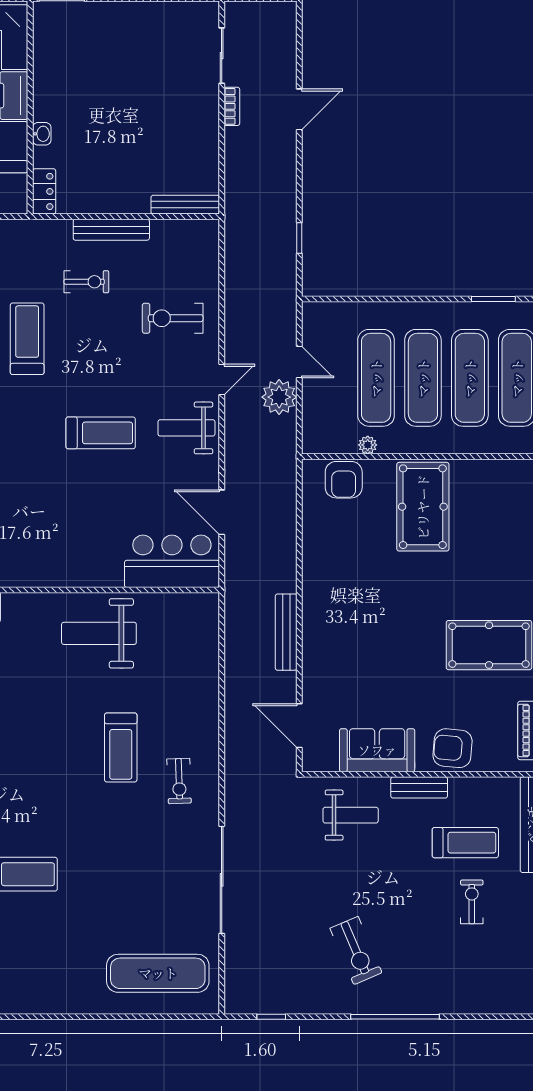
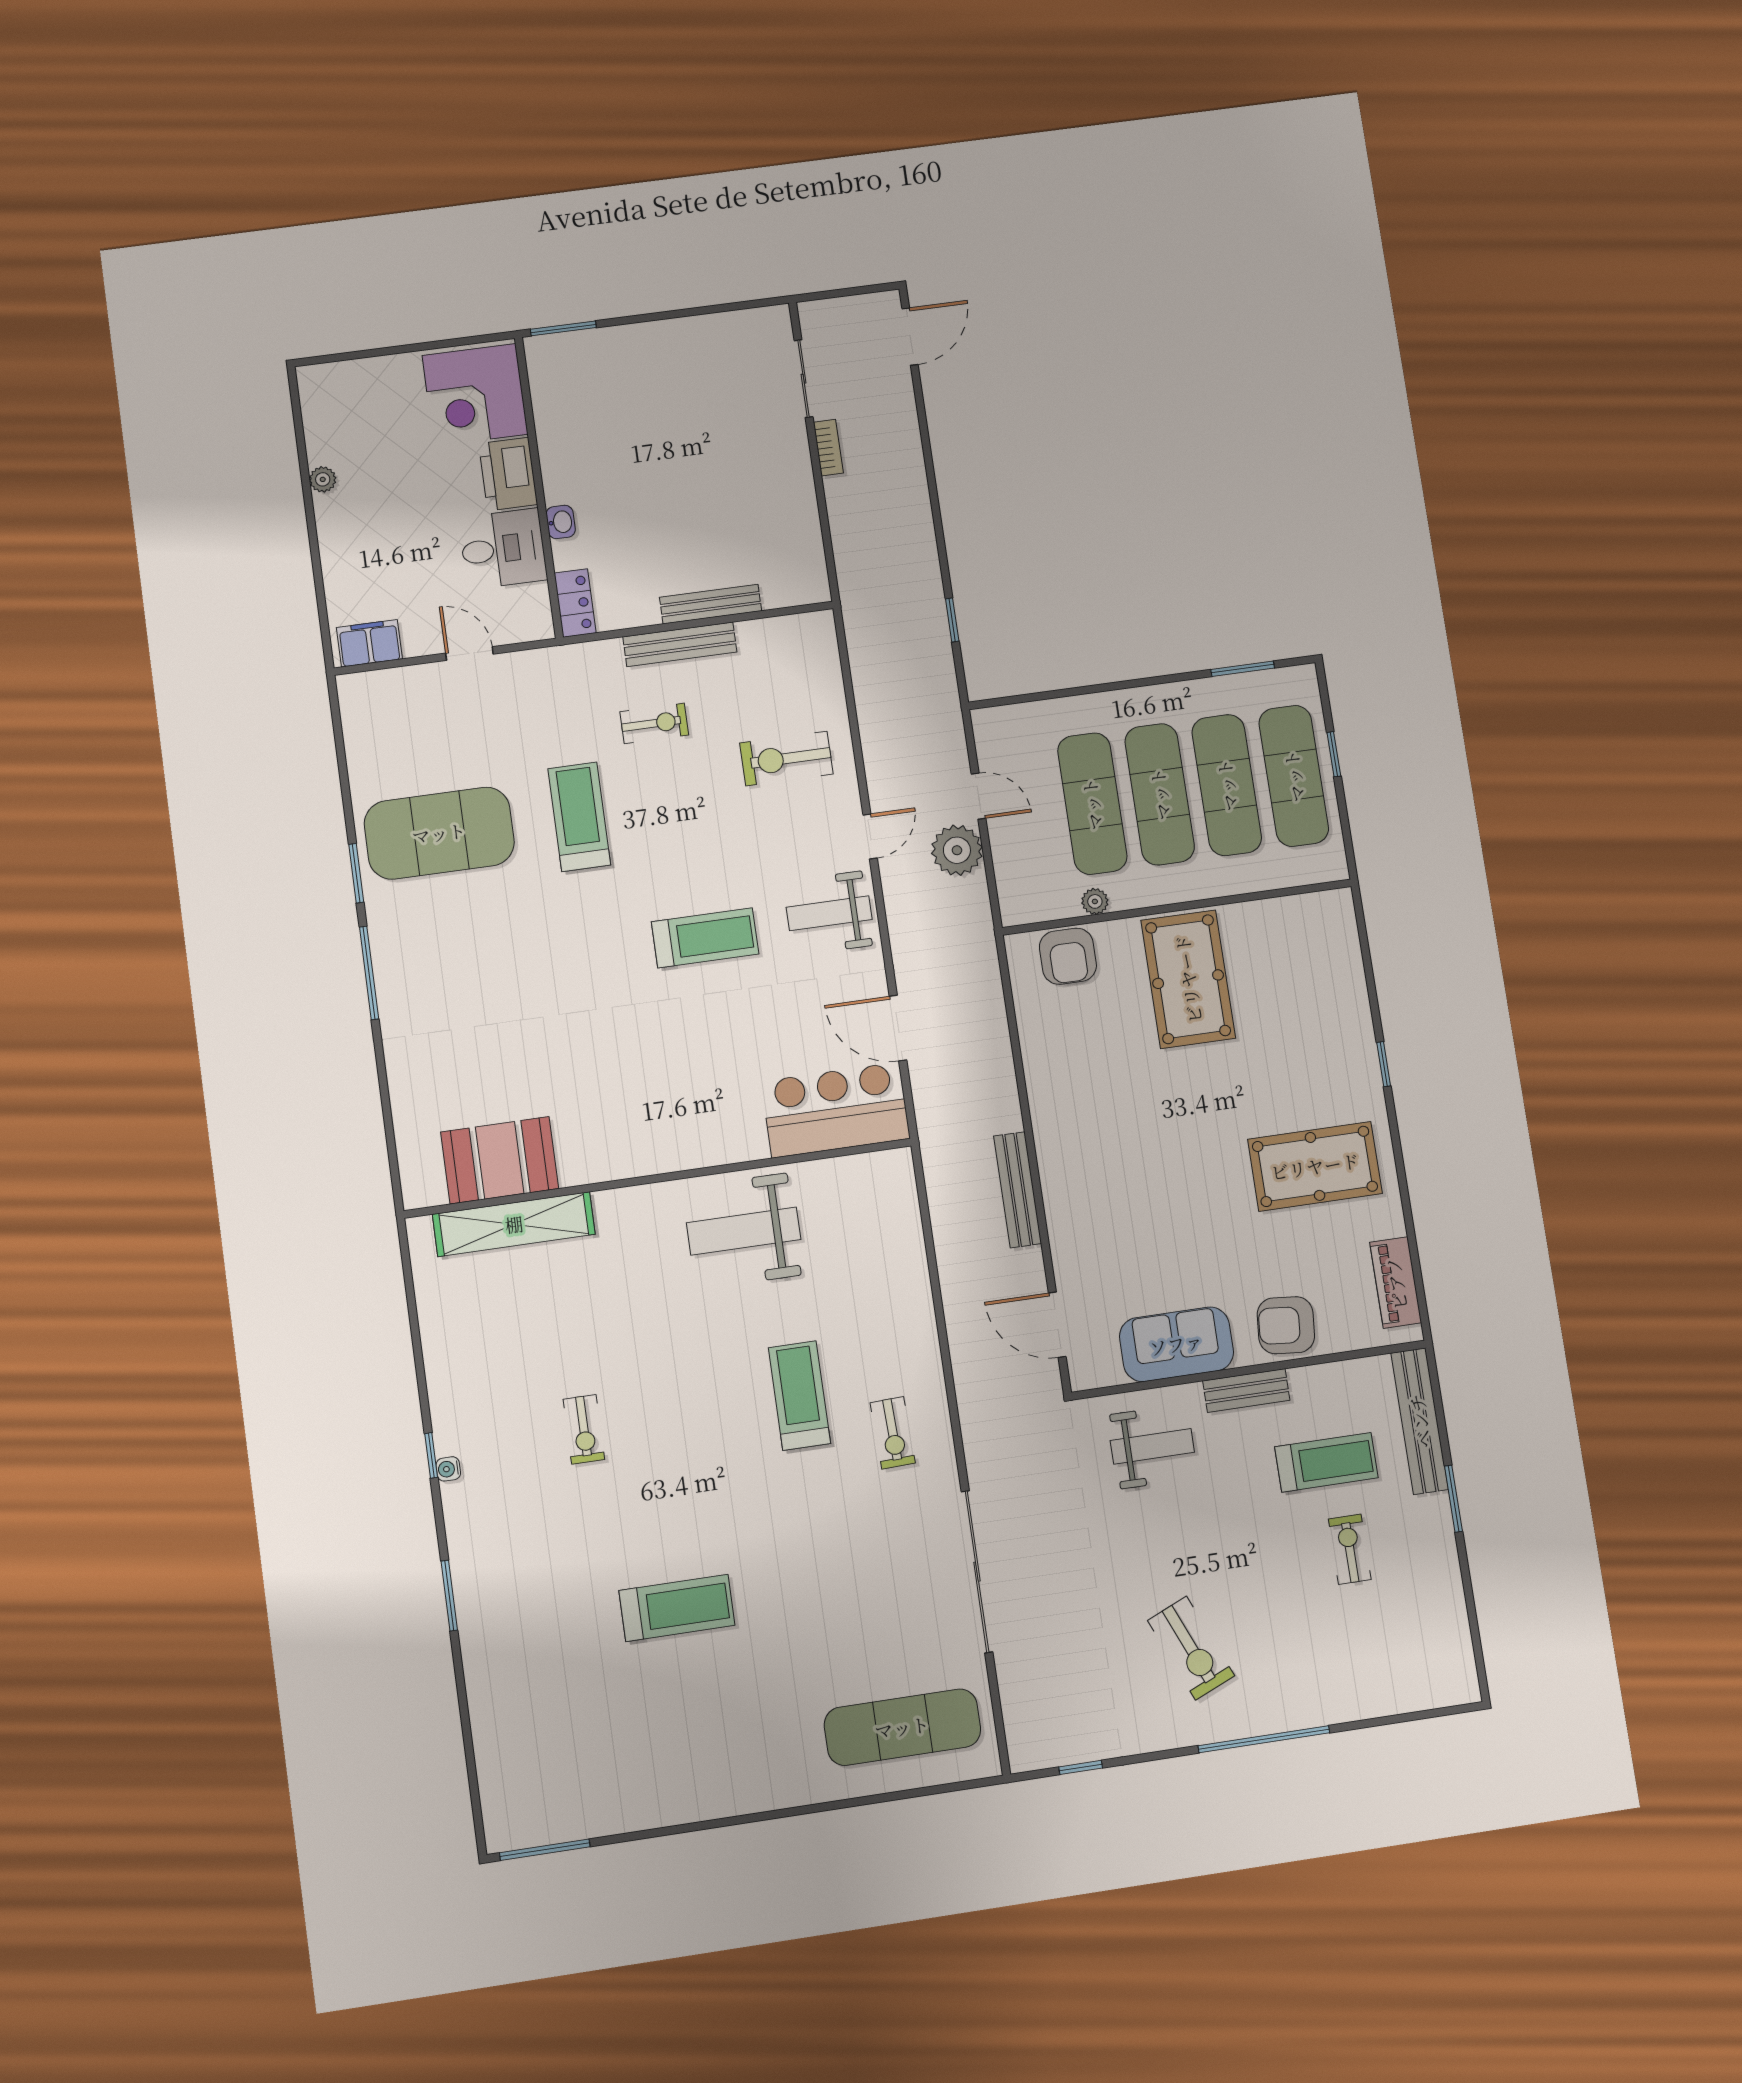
door: (299, 109) -> (910, 337), moved
bench: (185, 205) -> (711, 604), moved
treadmill: (121, 747) -> (799, 1396), turned 180

